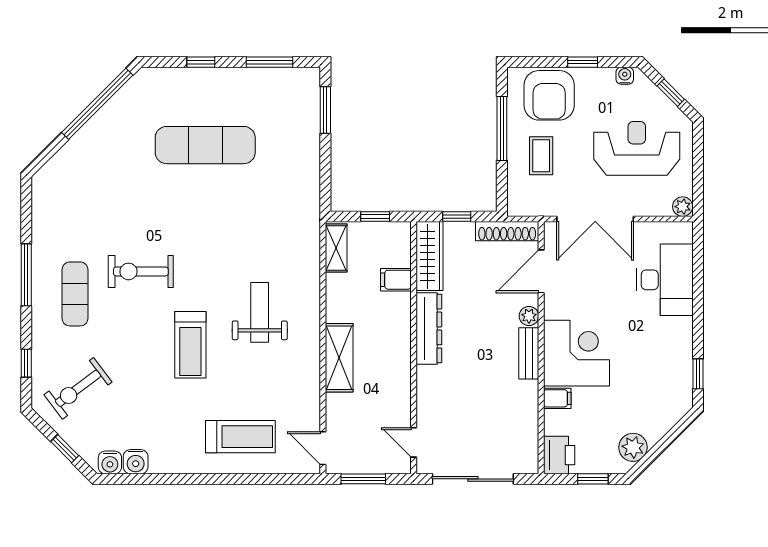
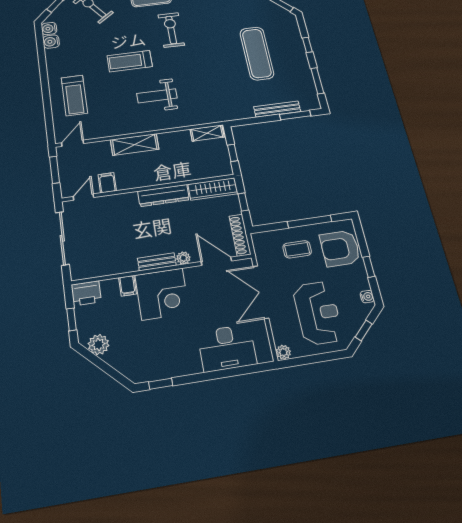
bench: (311, 135) -> (277, 109), added
filing cabinet: (396, 280) -> (107, 183), moved
weight bench: (260, 312) -> (157, 96), turned 180

